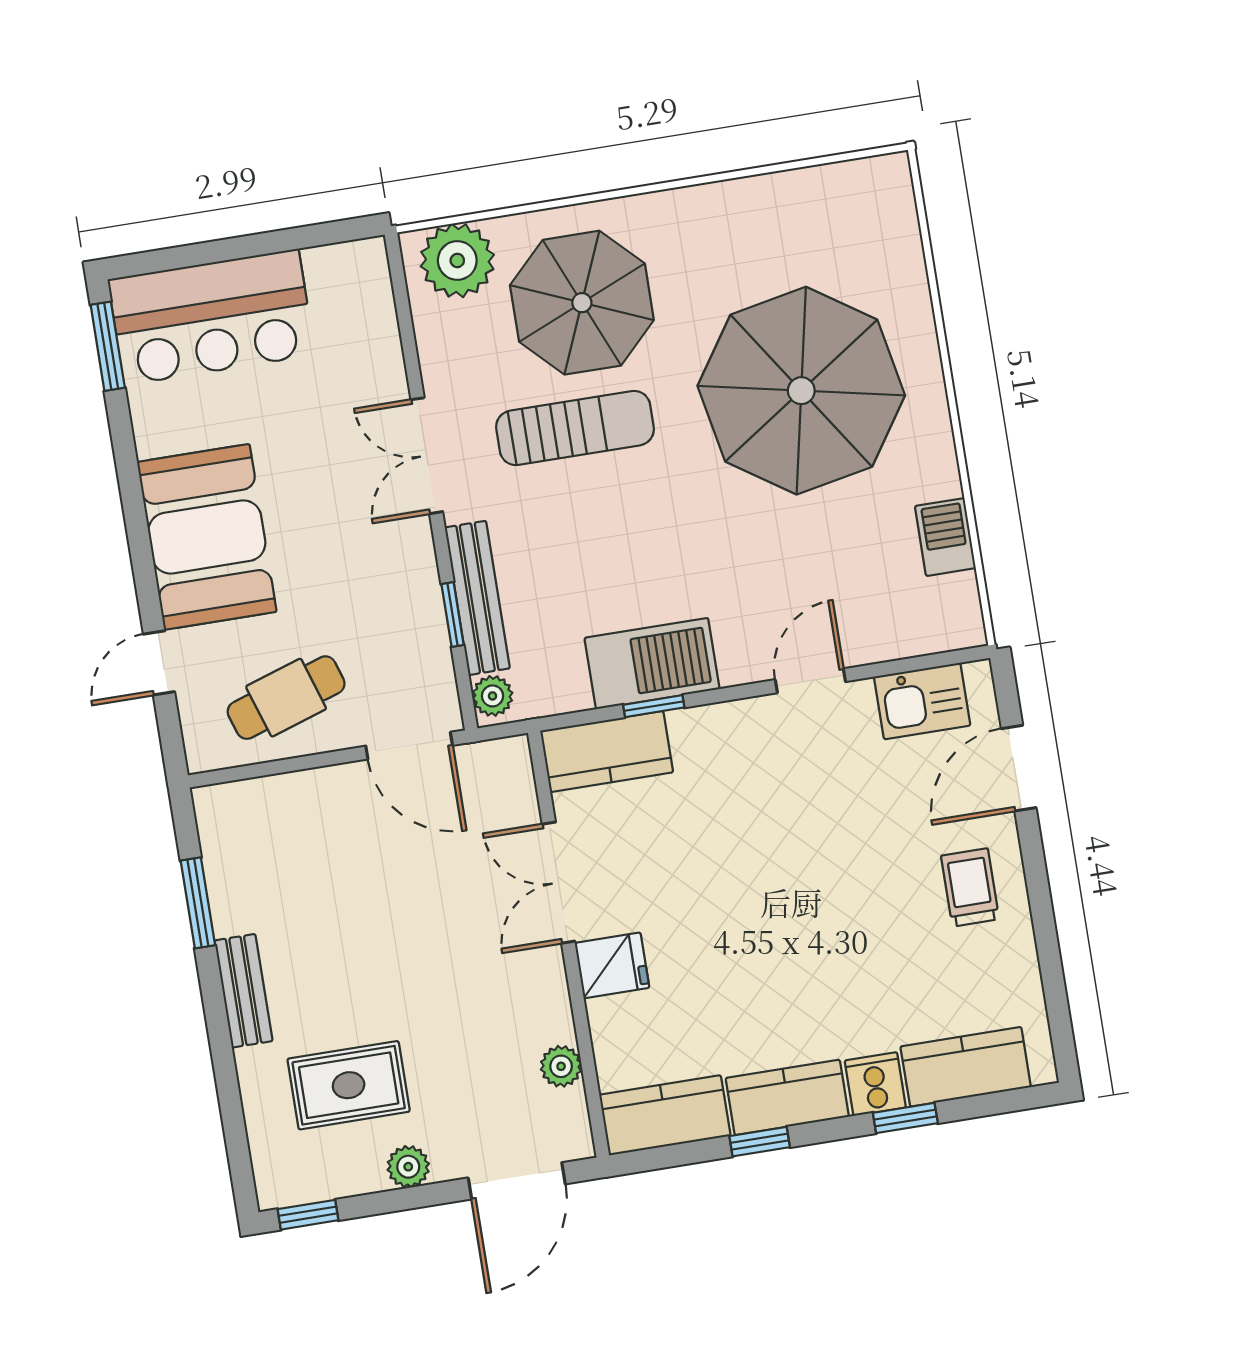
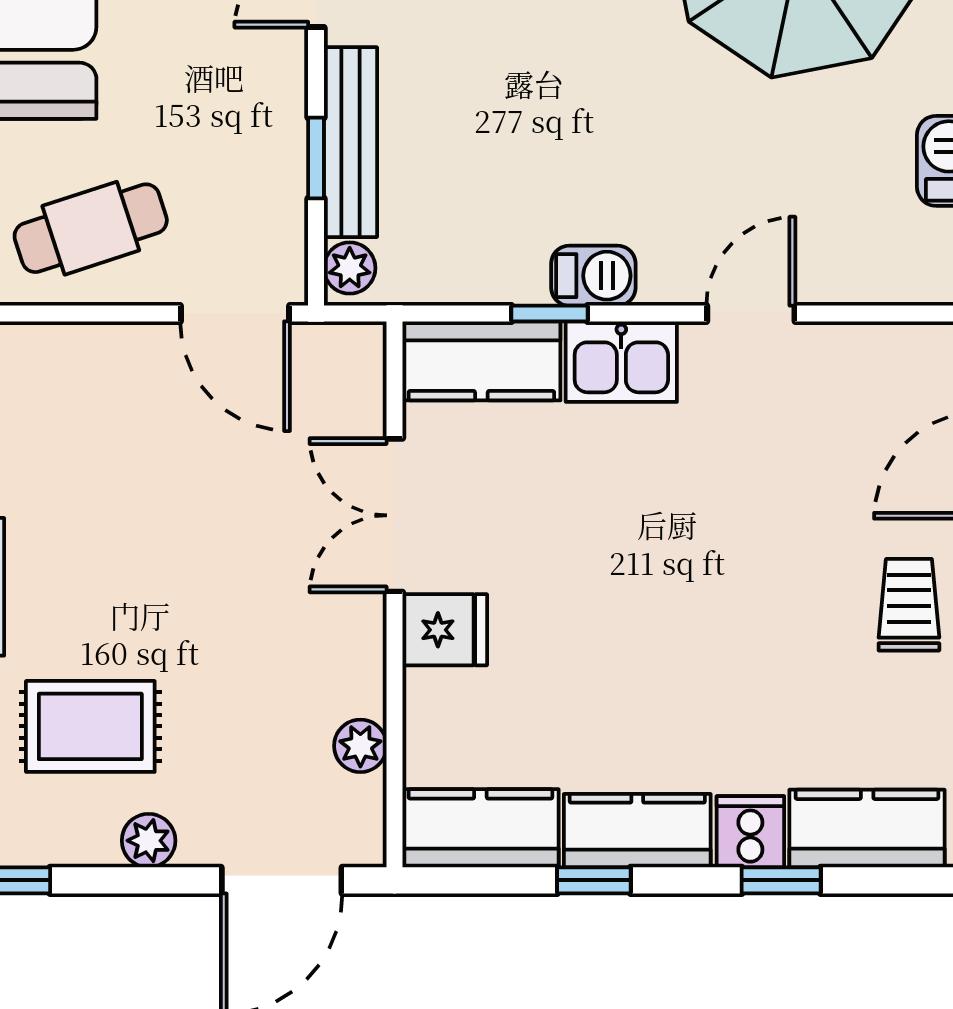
barbecue: (652, 663) -> (593, 276), width x0.53, depth x0.65
kitchen sink: (922, 701) -> (621, 362), moved

